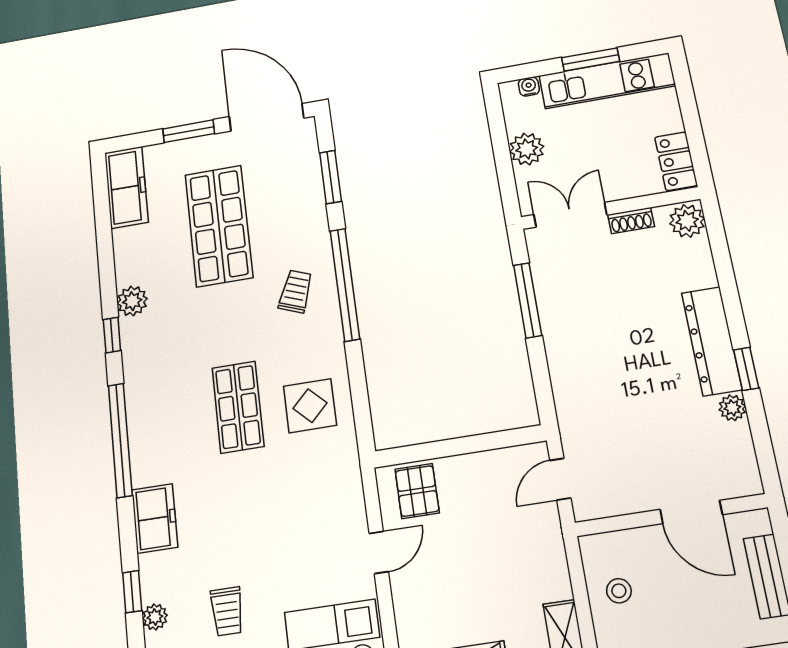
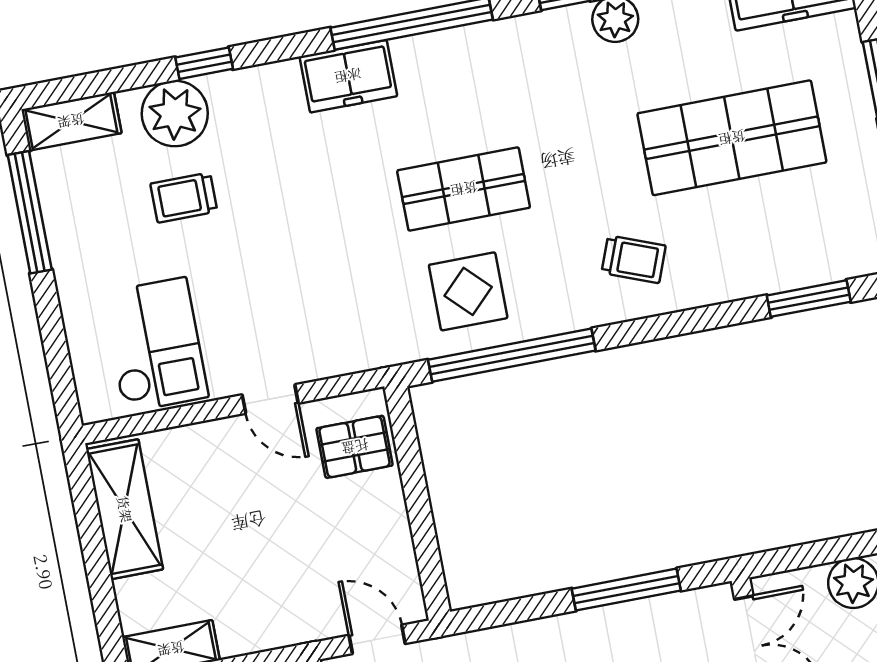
window: (345, 285) -> (512, 355), moved
freezer: (155, 518) -> (348, 76), moved
plant: (155, 617) -> (175, 114), width x1.88, depth x1.88

